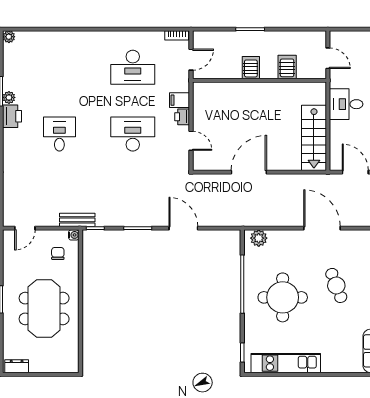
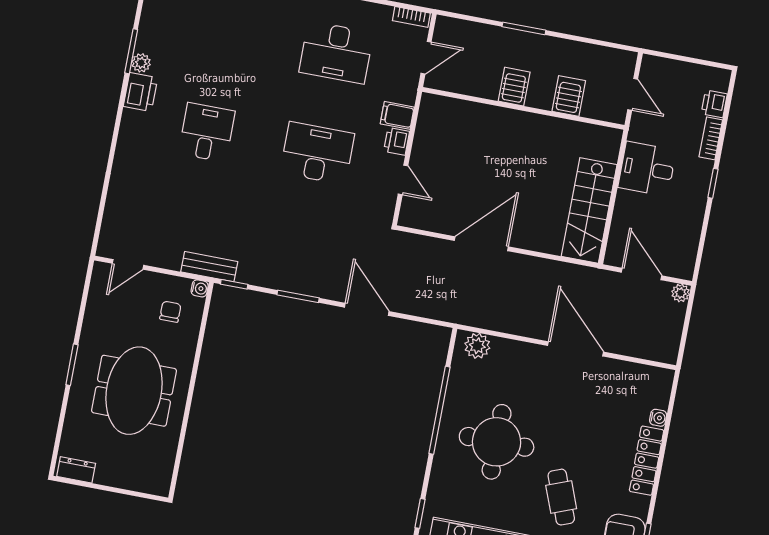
cafe table: (336, 285) -> (561, 497), moved

